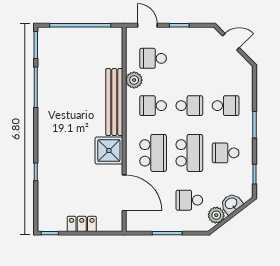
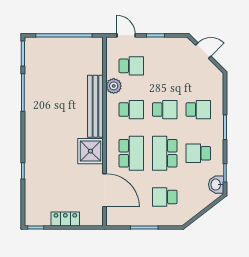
school desk: (153, 58) -> (131, 66), turned 180
school desk: (153, 106) -> (131, 110), turned 180
school desk: (189, 153) -> (165, 153), turned 180
washbasin: (231, 204) -> (216, 185), moved, turned -52
plant: (216, 215) -> (190, 211), removed

